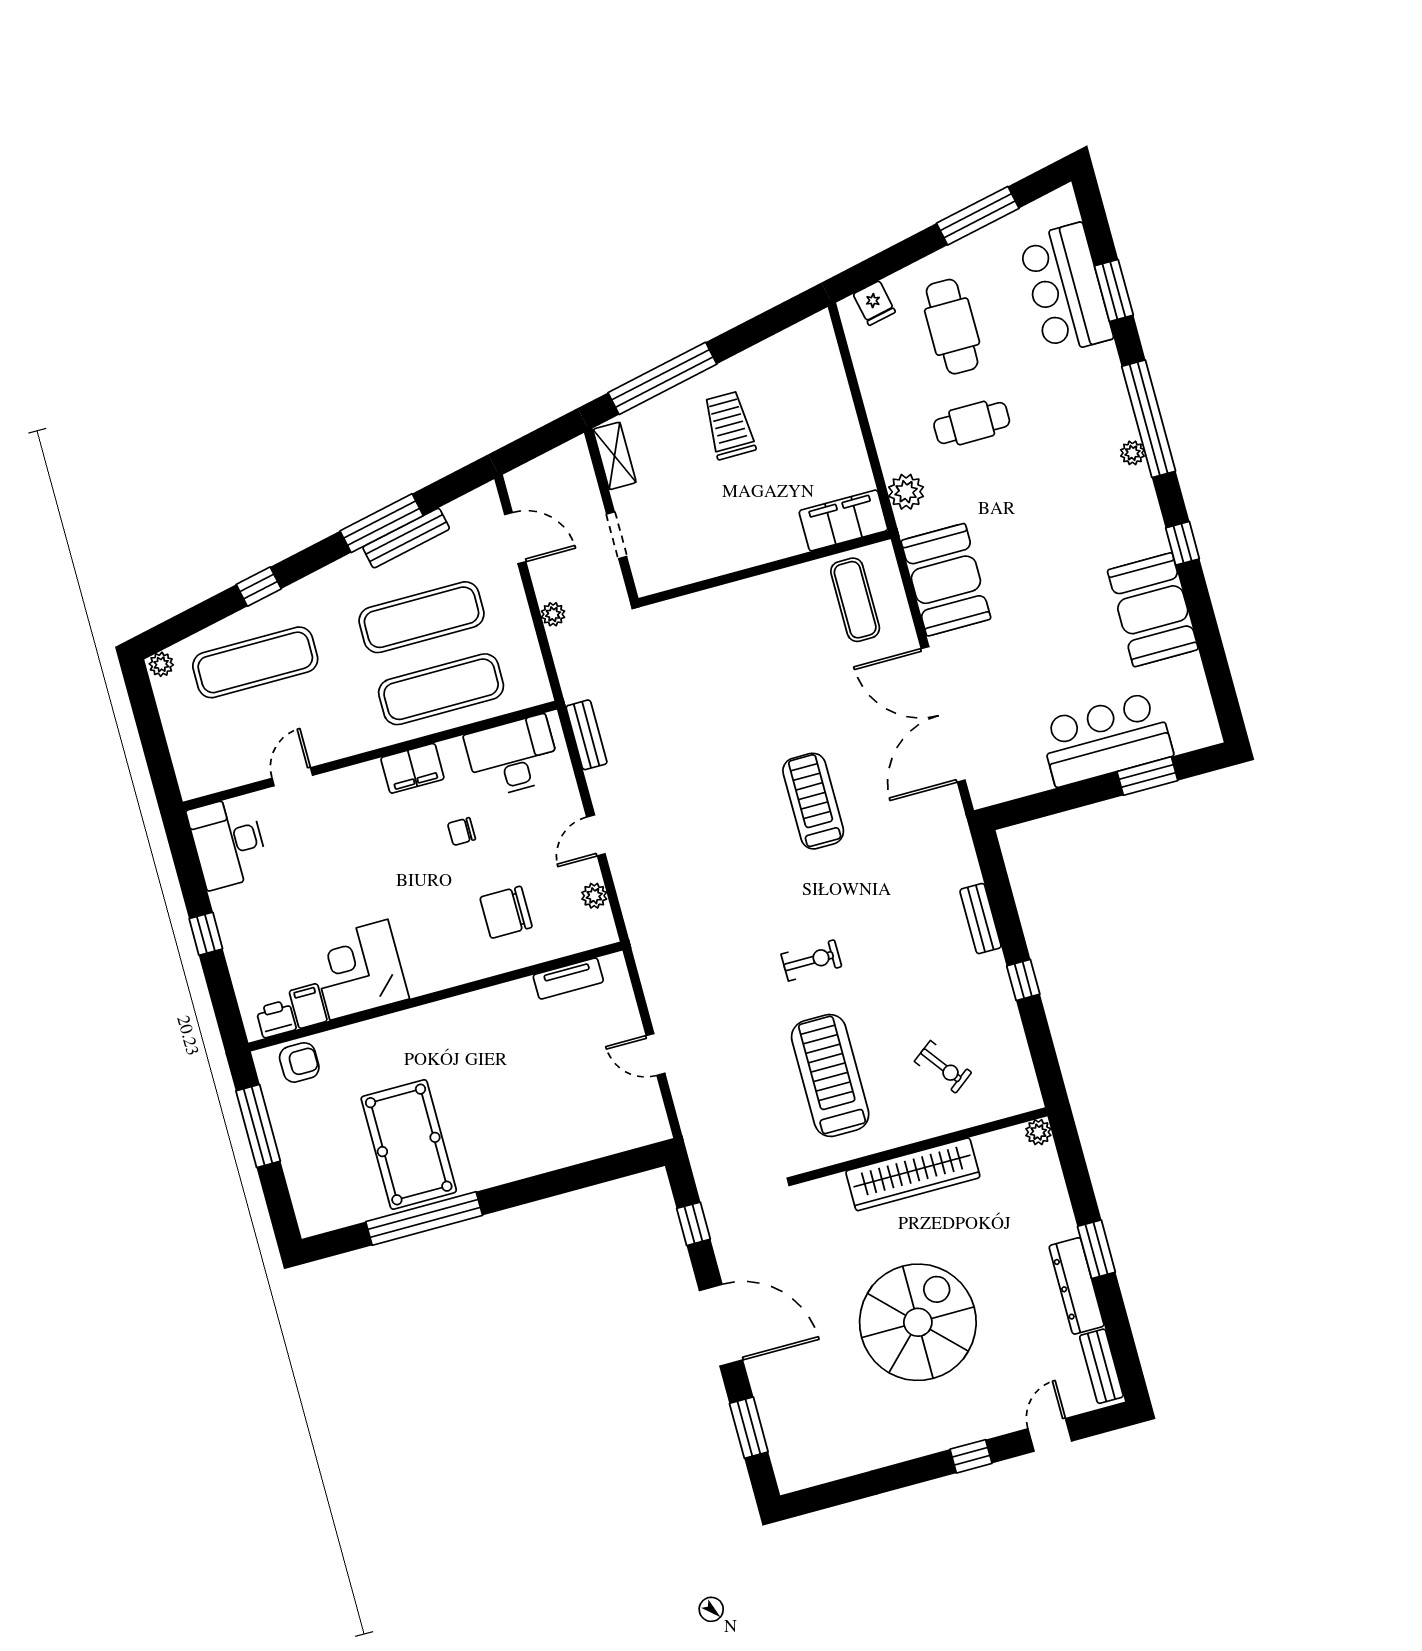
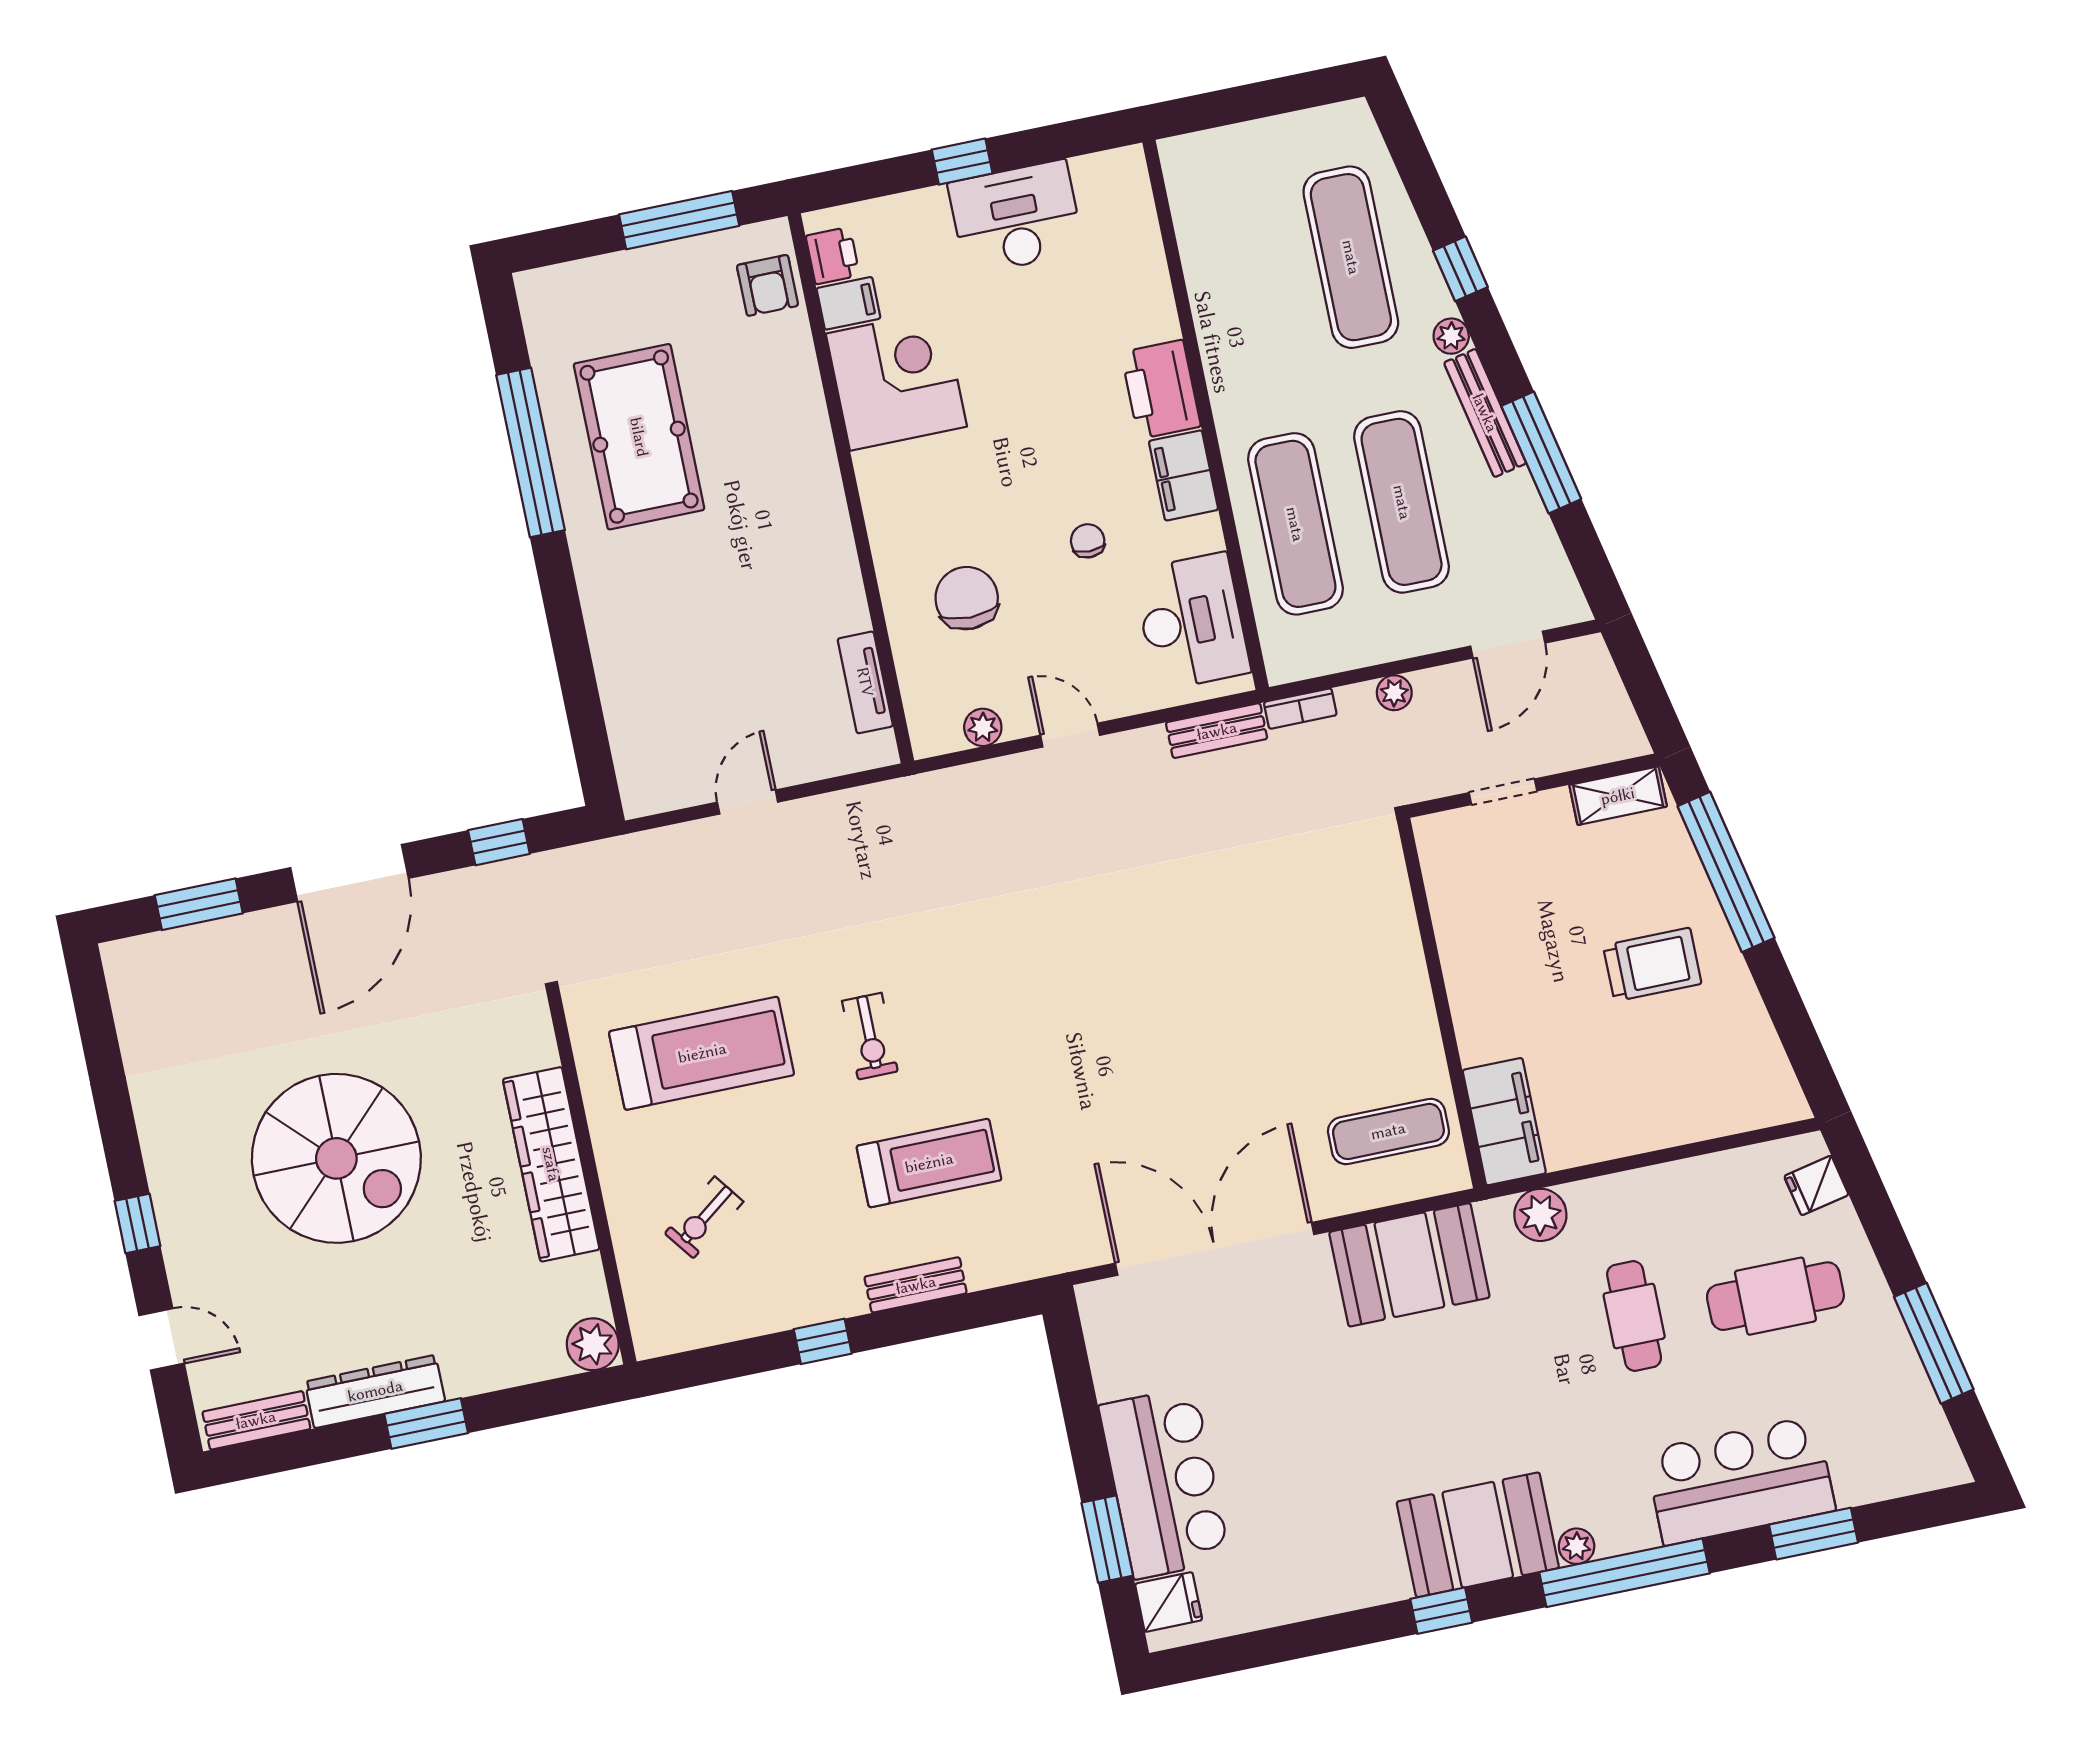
bar counter: (1066, 289) -> (1740, 1481), moved
bench: (406, 538) -> (1485, 413), moved
booth: (1153, 610) -> (1478, 1535), moved
plant: (161, 664) -> (1451, 336), moved
bookcase: (568, 678) -> (1300, 709), added
fridge: (1188, 731) -> (1169, 1602), added
door: (292, 777) -> (1182, 301), removed
printer: (354, 788) -> (1161, 389), added
treadmill: (813, 801) -> (929, 1163), moved
desk: (228, 843) -> (1016, 218), moved
plant: (1038, 1132) -> (593, 1344), width x1.38, depth x1.38
pool table: (409, 1144) -> (639, 437), turned 90

